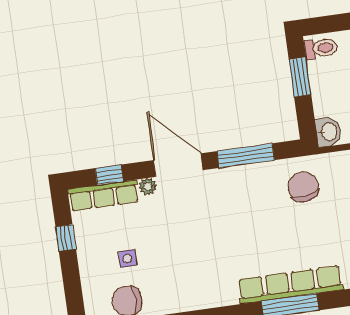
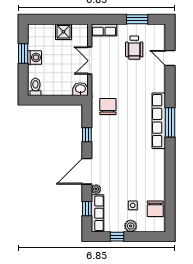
window: (300, 77) -> (49, 100), removed
window: (246, 156) -> (87, 135), width x0.46
chair: (303, 187) -> (108, 107), turned 98
plant: (89, 260) -> (131, 226), added

